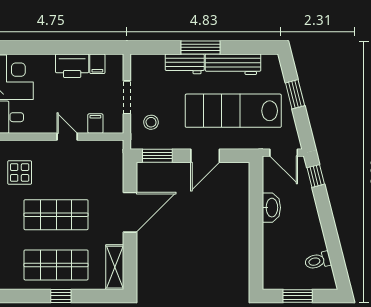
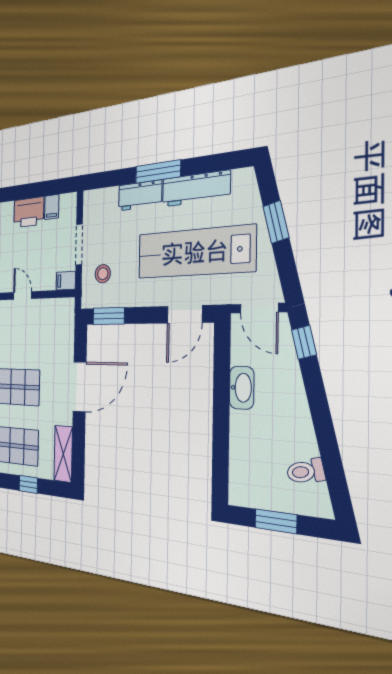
filing cabinet: (95, 124) -> (66, 281), moved, turned -90
door: (205, 156) -> (185, 314), moved
window: (61, 296) -> (28, 484), moved

